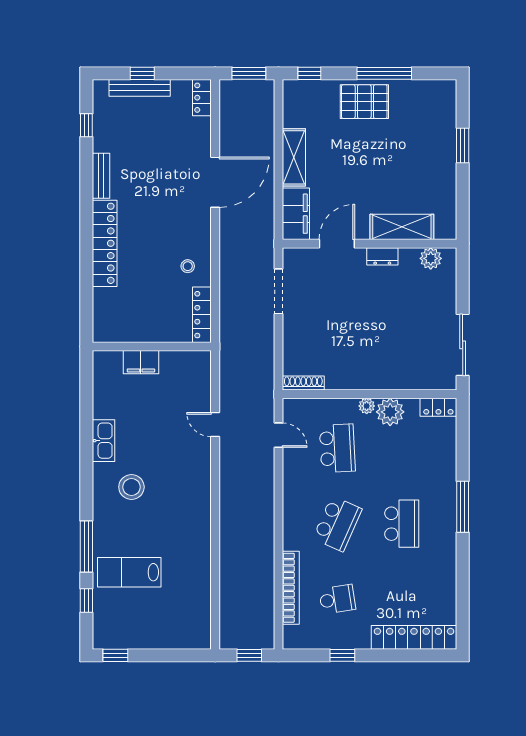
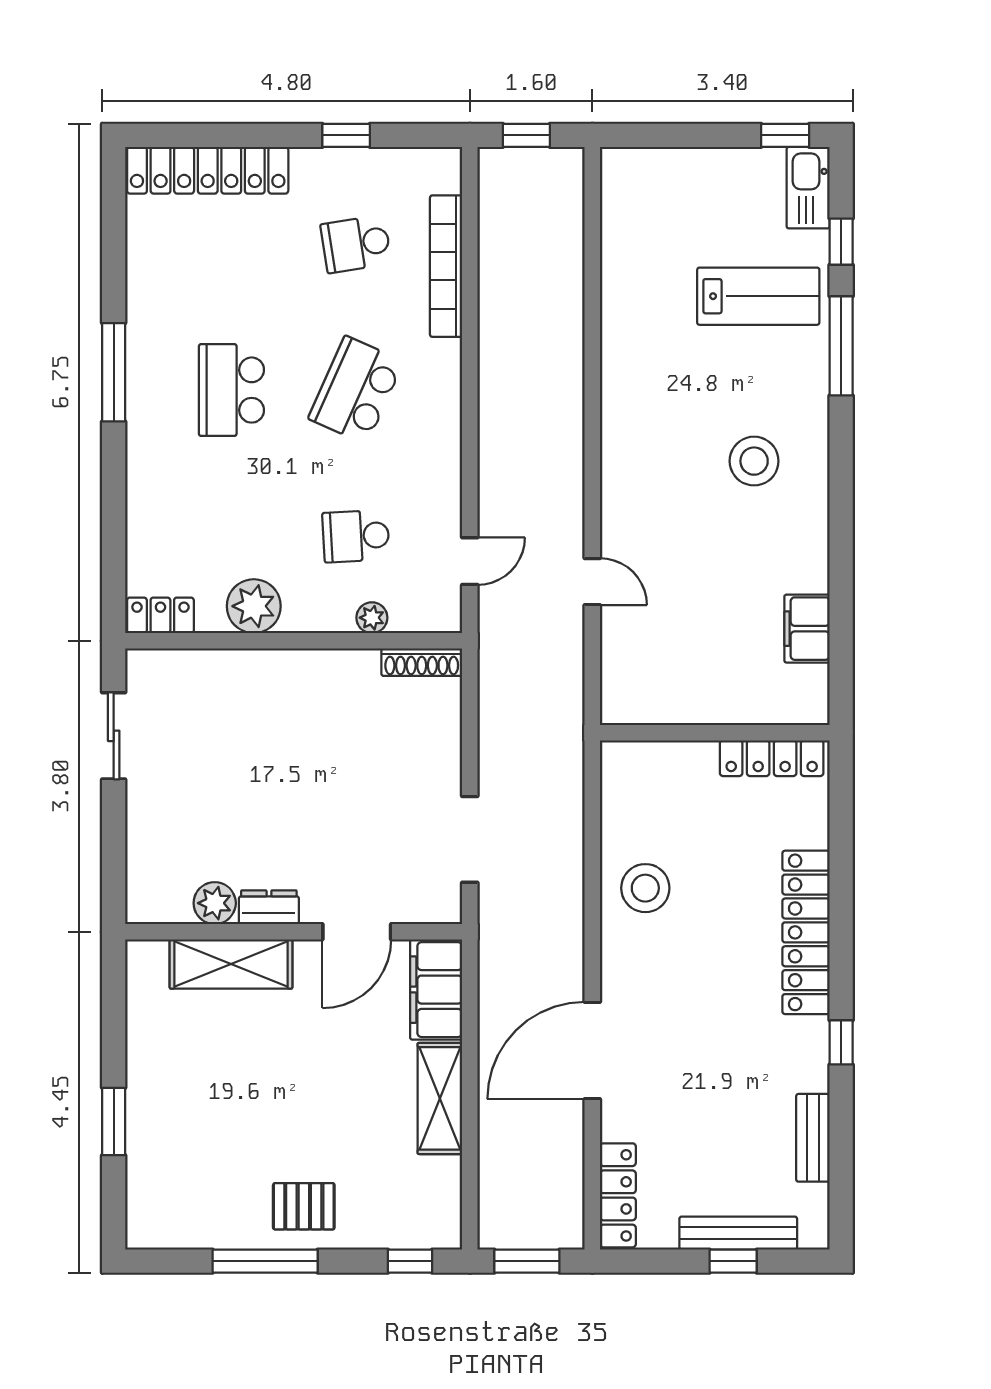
locker: (202, 98) -> (618, 1195), width x1.53
pallet: (364, 102) -> (304, 1206), width x0.67, depth x0.71
window: (86, 125) -> (841, 1042), moved
bench: (101, 176) -> (813, 1138), moved
plant: (431, 258) -> (215, 903), moved
stool: (188, 266) -> (645, 888), width x1.89, depth x1.89
locker: (202, 315) -> (772, 758), moved, turned 90
sliding door: (463, 345) -> (114, 736), width x0.73
filing cabinet: (141, 362) -> (807, 629), moved, turned -90
plant: (367, 406) -> (372, 618), moved
door: (278, 435) -> (470, 561), swing flipped
kitchen sink: (104, 441) -> (808, 188), moved
school desk: (337, 448) -> (356, 536), width x0.54
window: (463, 507) -> (114, 372), moved

